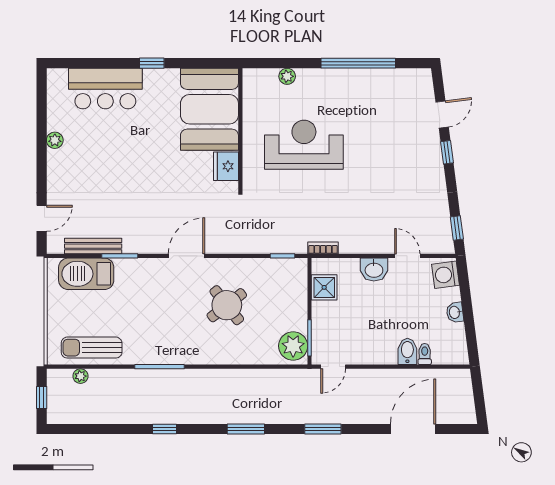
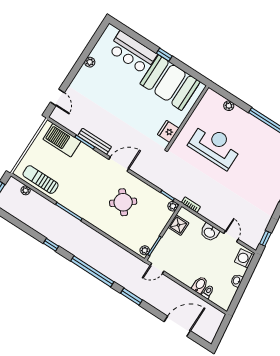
booth: (209, 109) -> (170, 83), moved, turned 90
door: (42, 218) -> (57, 97), hinge flipped
bench: (93, 246) -> (94, 141), moved
plant: (299, 266) -> (173, 206), added
plant: (293, 346) -> (145, 250), width x0.53, depth x0.53
window: (246, 429) -> (92, 271), width x2.11

